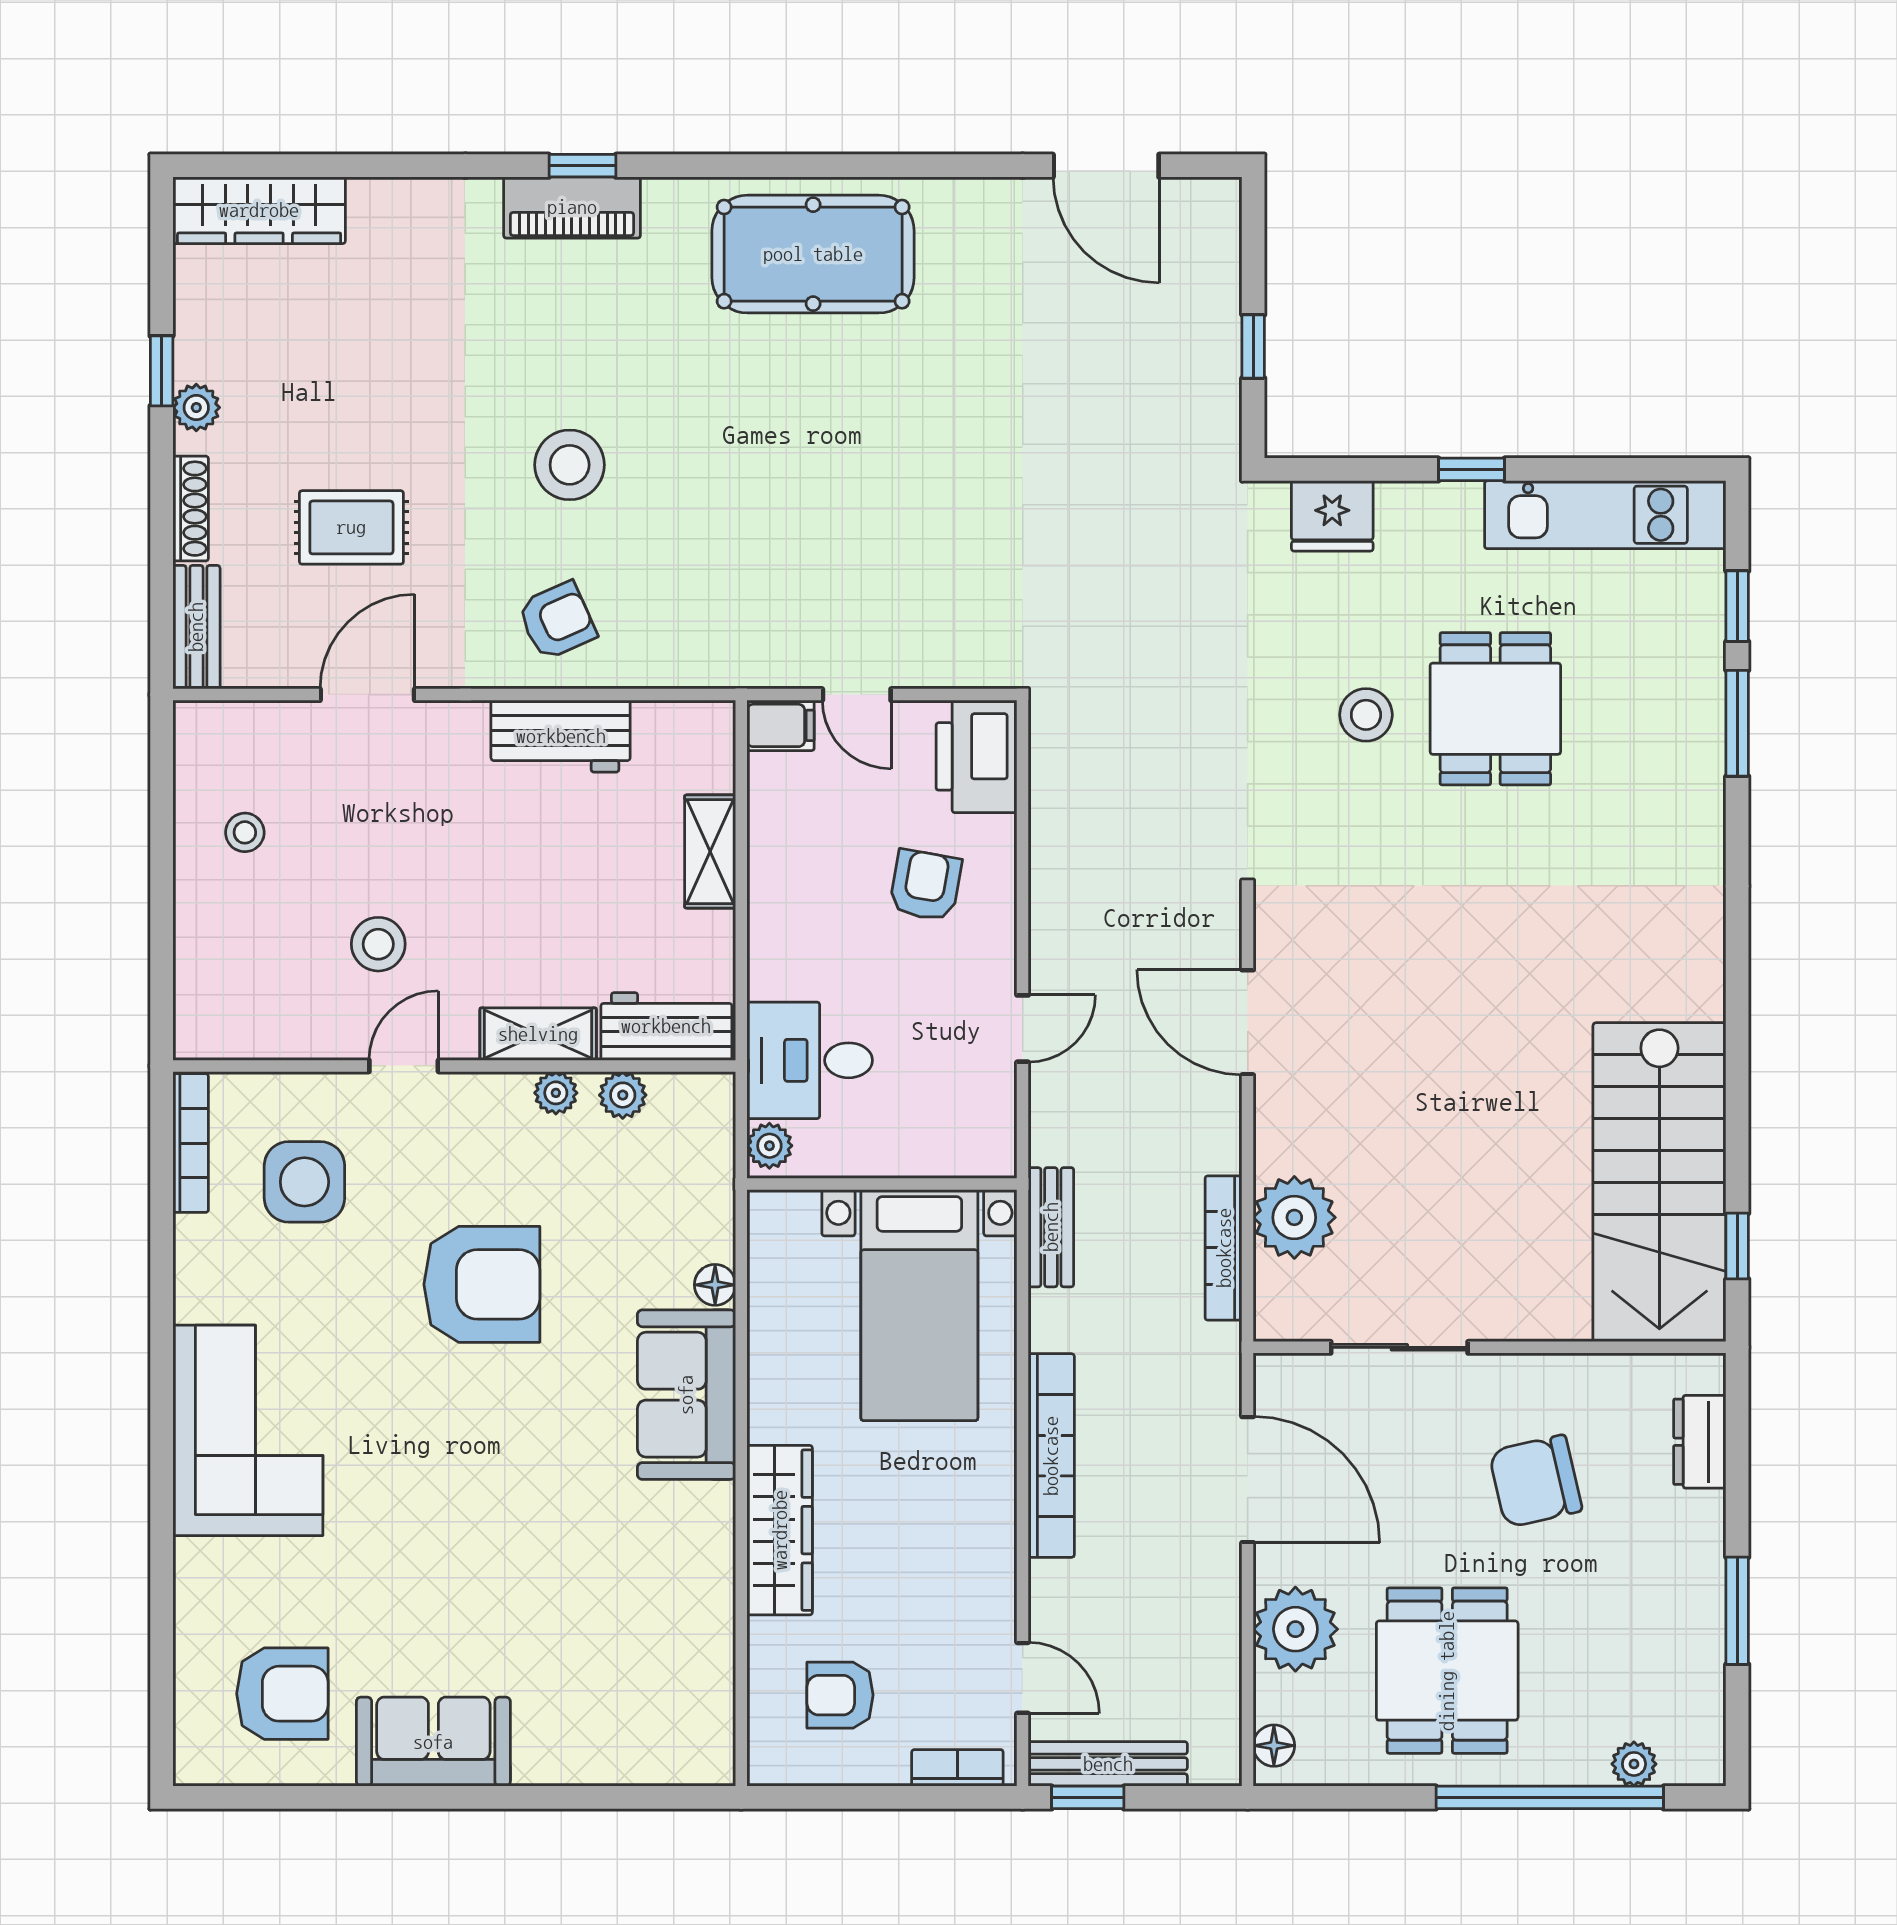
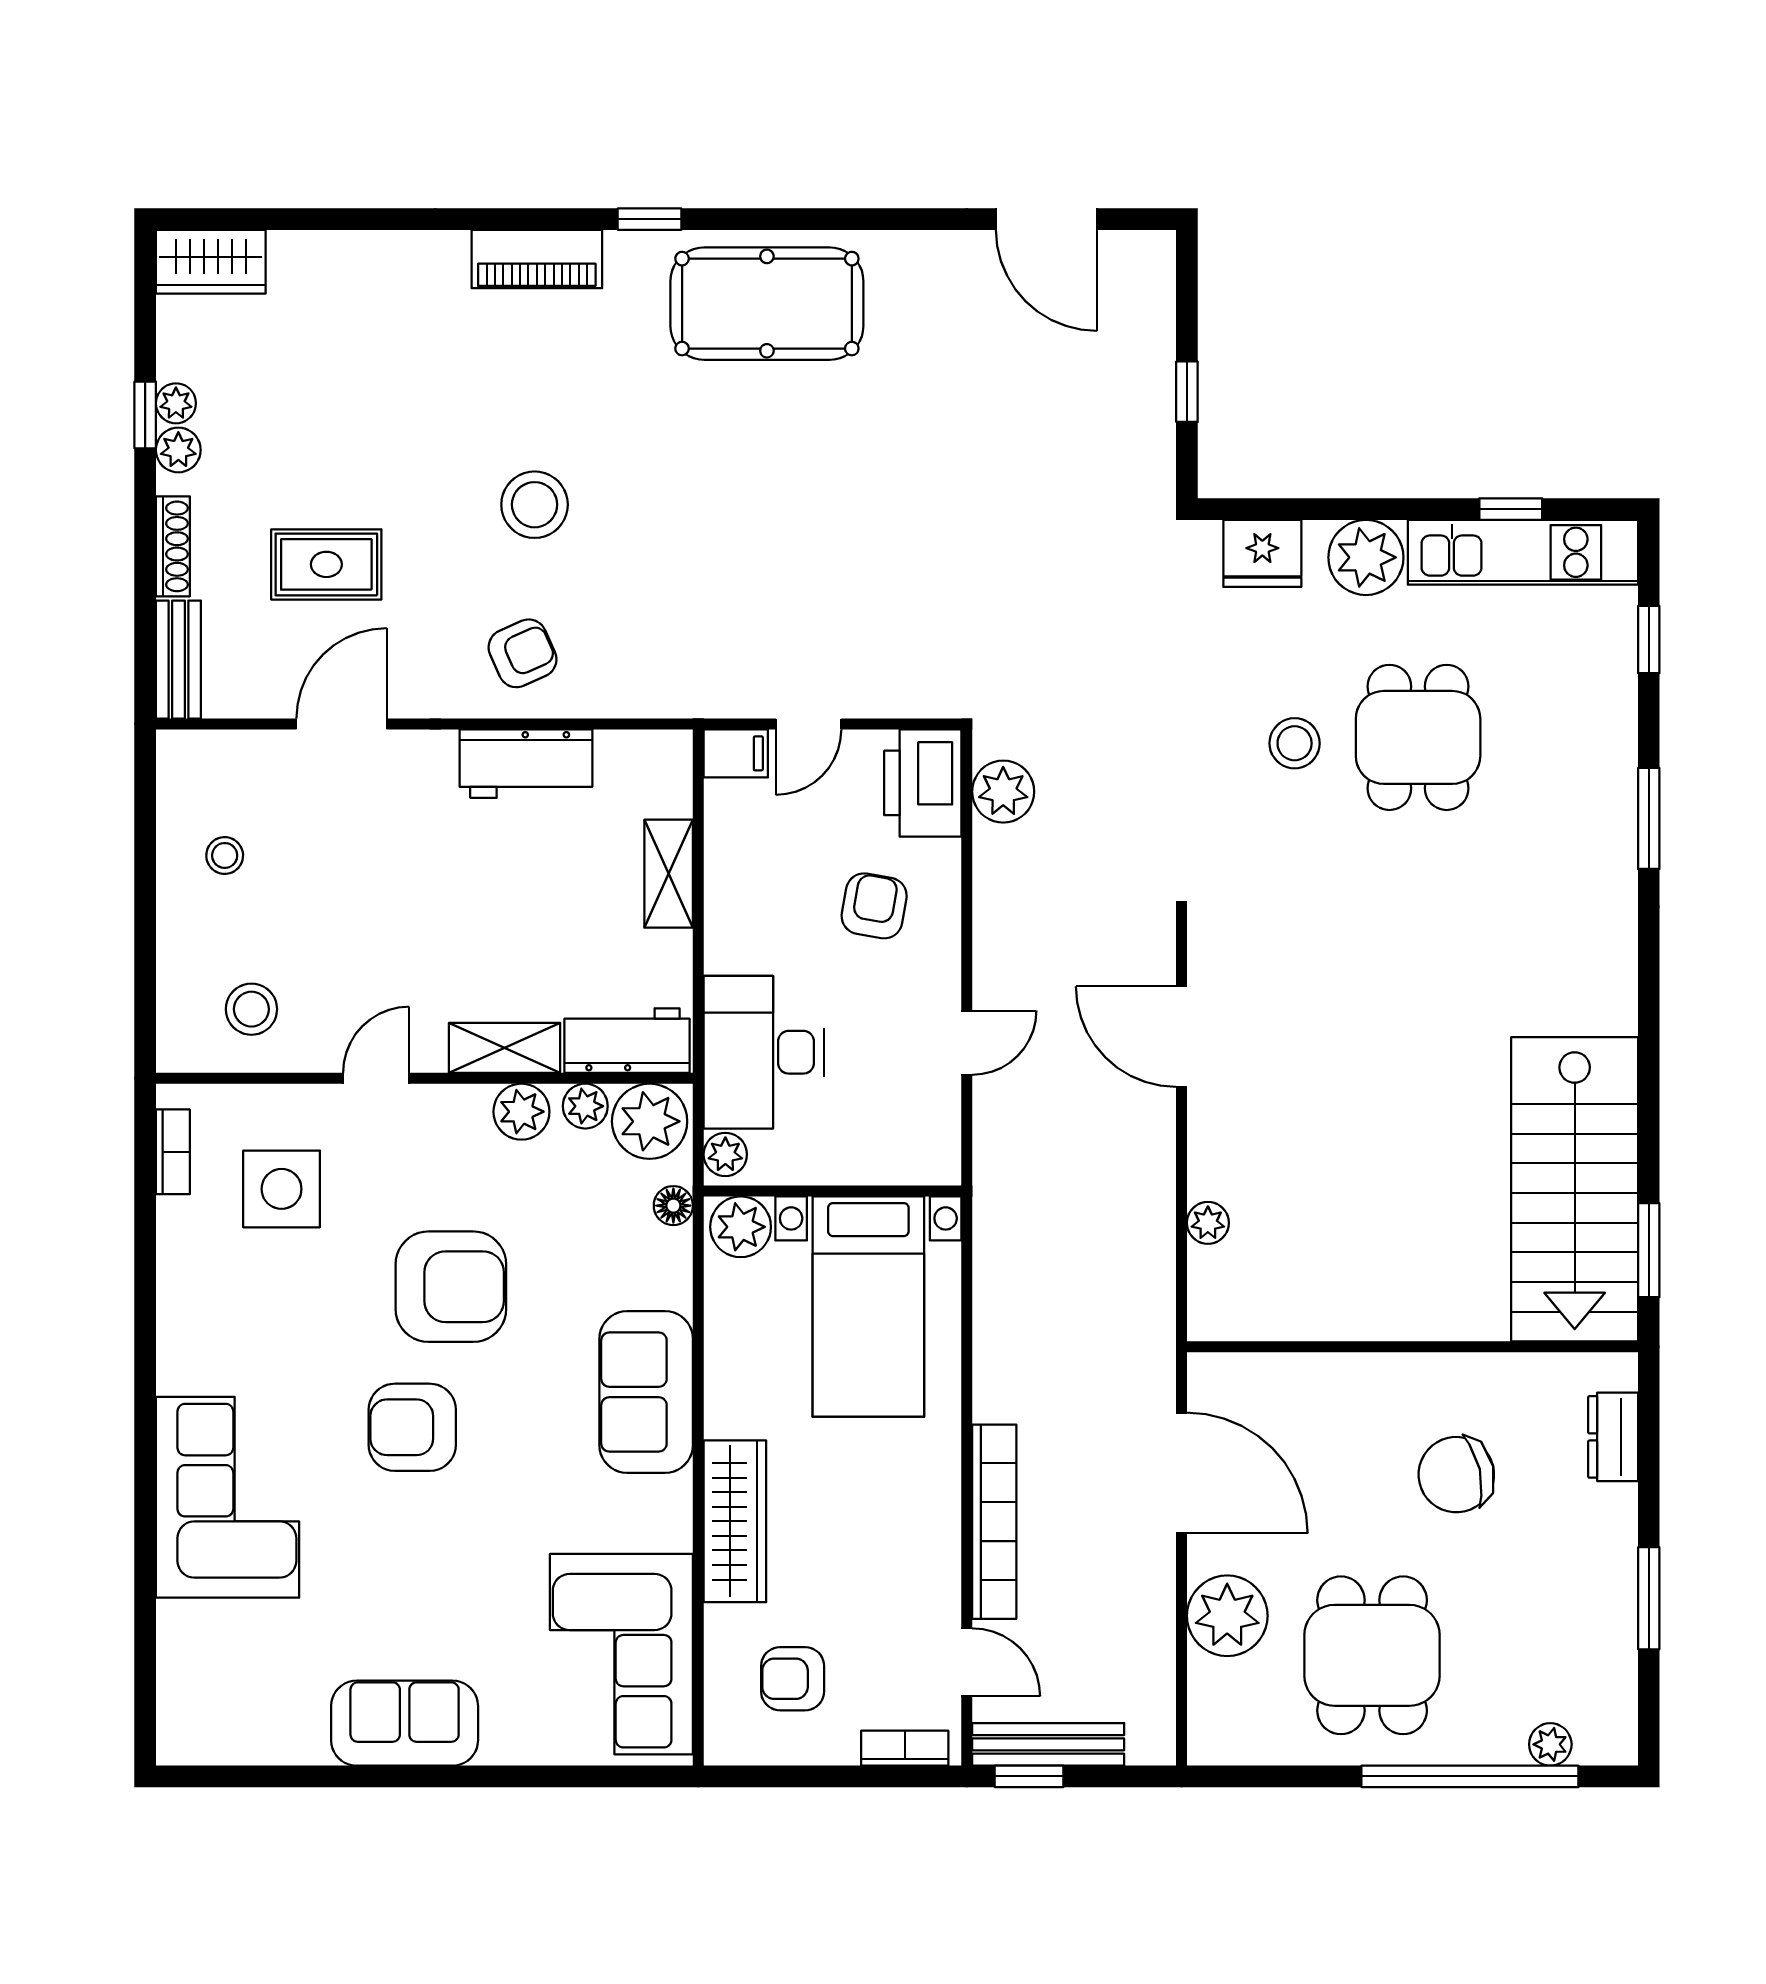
window: (582, 166) -> (650, 219), moved
wardrobe: (259, 210) -> (211, 262), width x0.67
plant: (194, 359) -> (176, 403), added
window: (1472, 469) -> (1511, 509), moved
plant: (1441, 520) -> (1366, 557), added
door: (857, 695) -> (809, 724), hinge flipped
window: (1737, 723) -> (1649, 818), moved
plant: (1061, 766) -> (1003, 792), added
stool: (378, 944) -> (251, 1009), moved
desk: (810, 1060) -> (764, 1052), width x1.37
plant: (556, 1093) -> (521, 1112), width x1.38, depth x1.38
plant: (690, 1111) -> (650, 1121), added
bookcase: (191, 1143) -> (173, 1152), width x0.64
plant: (1294, 1217) -> (1208, 1223), width x0.53, depth x0.53
plant: (786, 1222) -> (741, 1227), added
bench: (1051, 1227) -> (994, 1232), removed
window: (1737, 1246) -> (1649, 1250), width x1.50
bookcase: (1224, 1248) -> (1159, 1252), removed
floor lamp: (715, 1285) -> (673, 1206), moved
sliding door: (1399, 1347) -> (1326, 1347), removed
corner sofa: (248, 1430) -> (228, 1497), moved
bookcase: (1051, 1456) -> (994, 1522), moved
corner sofa: (661, 1669) -> (621, 1654), added
armchair: (282, 1694) -> (412, 1427), moved, turned 180
floor lamp: (1274, 1746) -> (1207, 1727), removed

